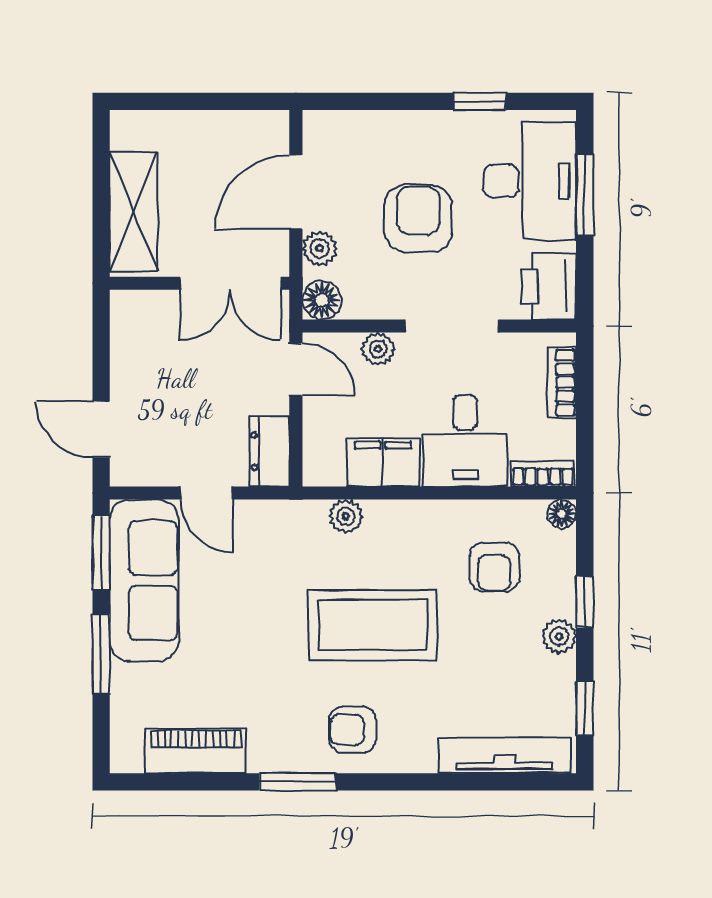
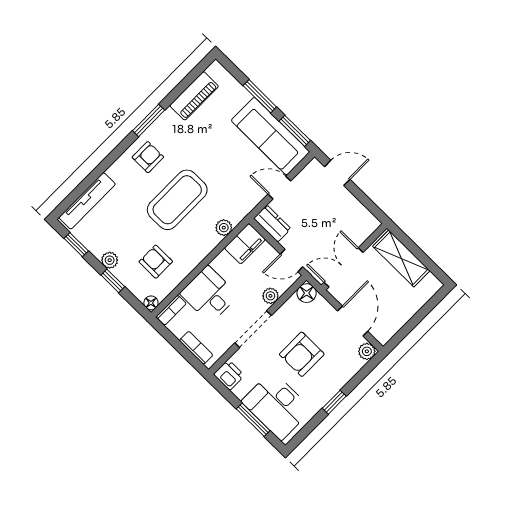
window: (480, 101) -> (334, 402), moved
armchair: (418, 218) -> (302, 354), turned 90
plant: (320, 248) -> (367, 351), moved
printer: (549, 286) -> (229, 375), width x0.73, depth x0.81
filing cabinet: (383, 462) -> (245, 244), moved

